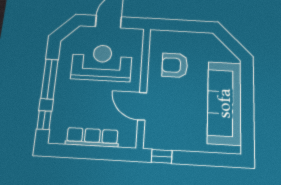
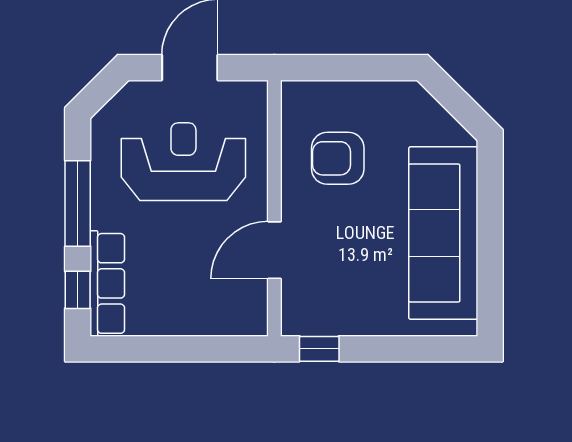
door: (142, 106) -> (274, 250), hinge flipped
row of seats: (92, 137) -> (107, 283), moved, turned 90

